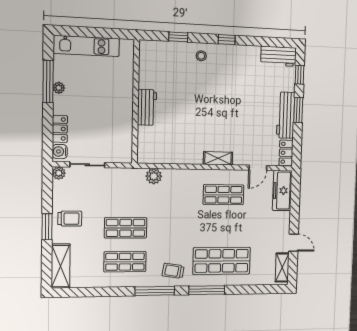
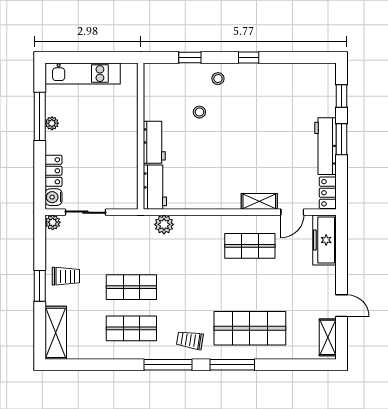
workbench: (279, 56) -> (155, 187), moved, turned -90
stool: (185, 83) -> (199, 112), added
shelving: (218, 158) -> (259, 201), moved

